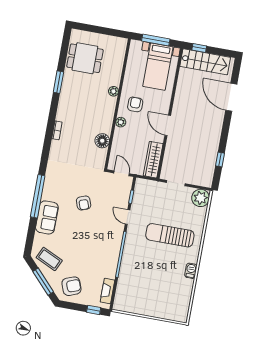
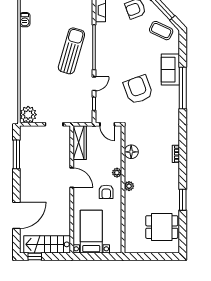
window: (156, 40) -> (98, 256), removed
window: (199, 48) -> (35, 256), moved
plant: (113, 91) -> (129, 186), moved
door: (231, 97) -> (16, 215), hinge flipped
window: (220, 159) -> (16, 154), width x2.17
armchair: (84, 203) -> (138, 90), width x1.88, depth x1.88
door: (128, 217) -> (94, 84), hinge flipped
sun lounger: (170, 235) -> (71, 51), moved, turned -74
barbecue: (191, 271) -> (25, 20), moved

